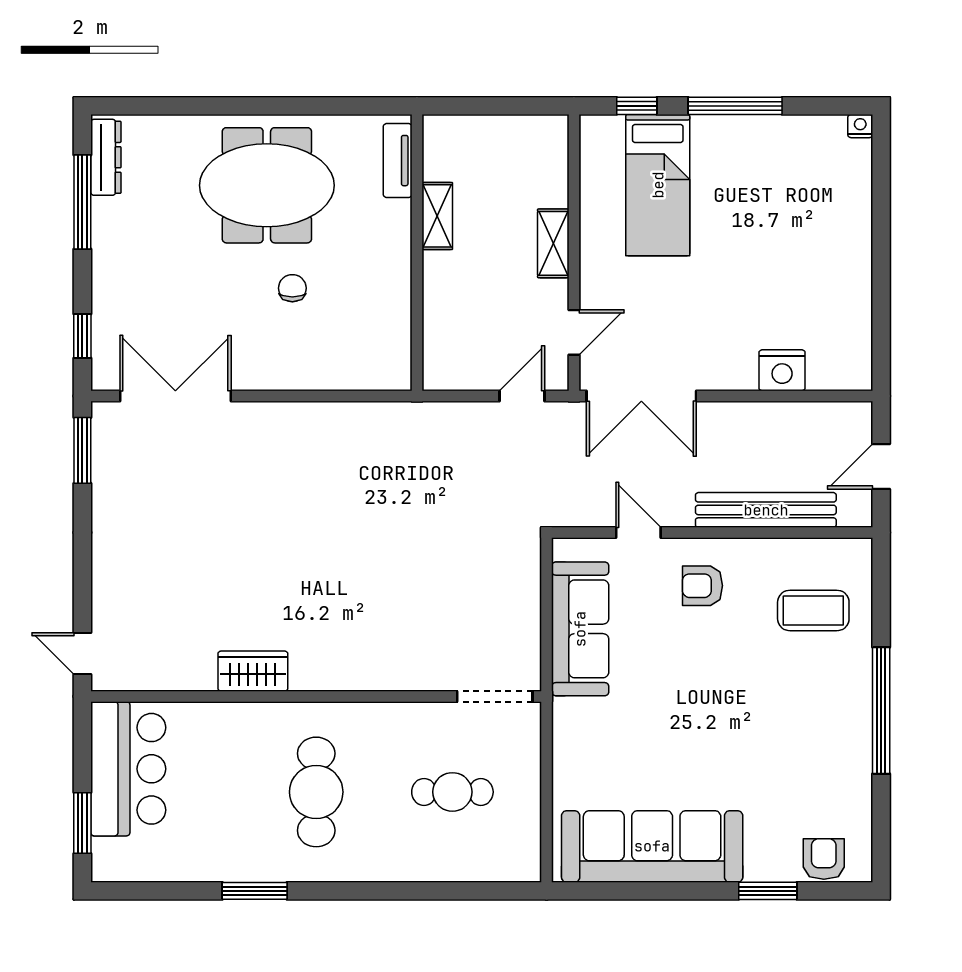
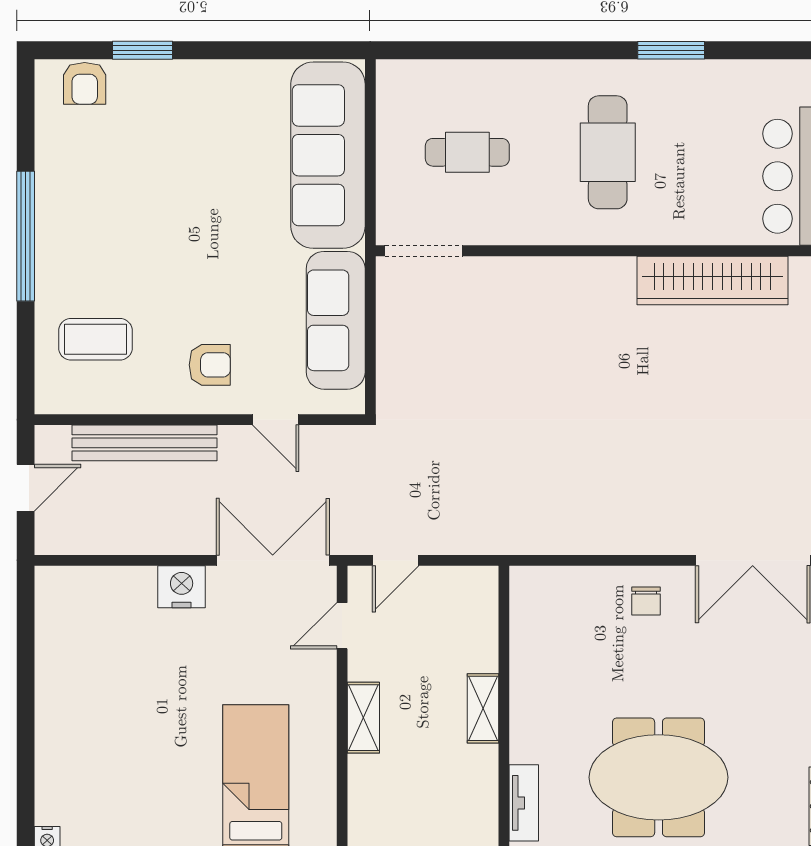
shelving: (437, 216) -> (483, 708), moved
chair: (292, 288) -> (646, 601), moved
nightstand: (782, 370) -> (182, 587), moved
wardrobe: (253, 671) -> (712, 280), width x2.10, depth x1.17
sofa: (652, 846) -> (328, 155), moved, turned 90

